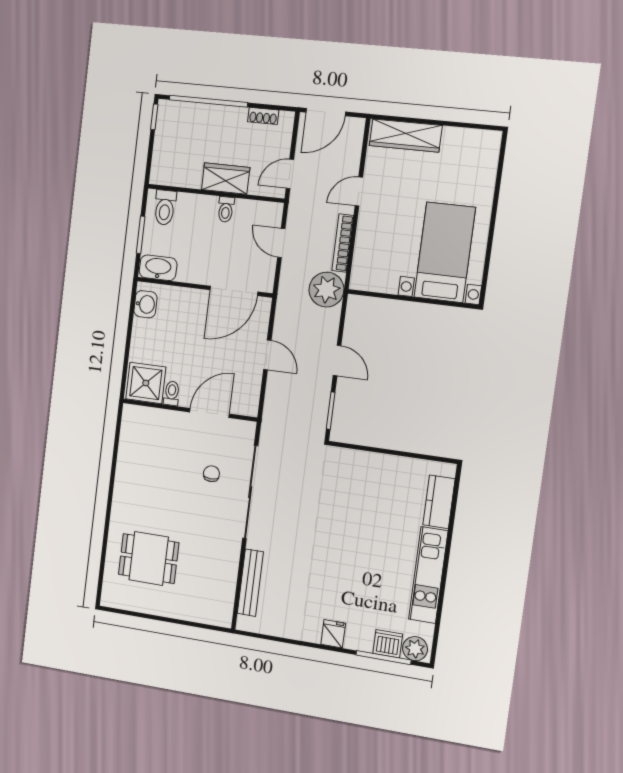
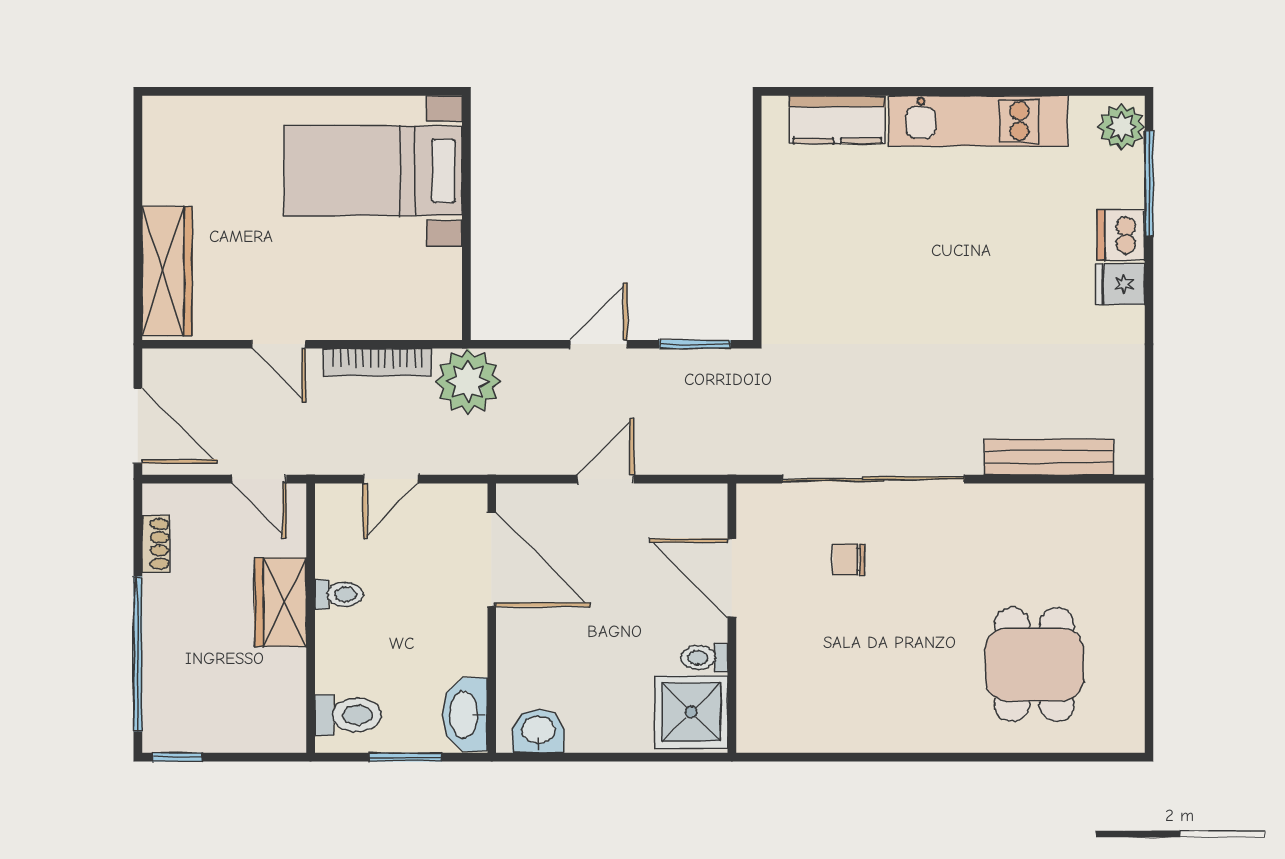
dishwasher: (388, 644) -> (1121, 235), moved

